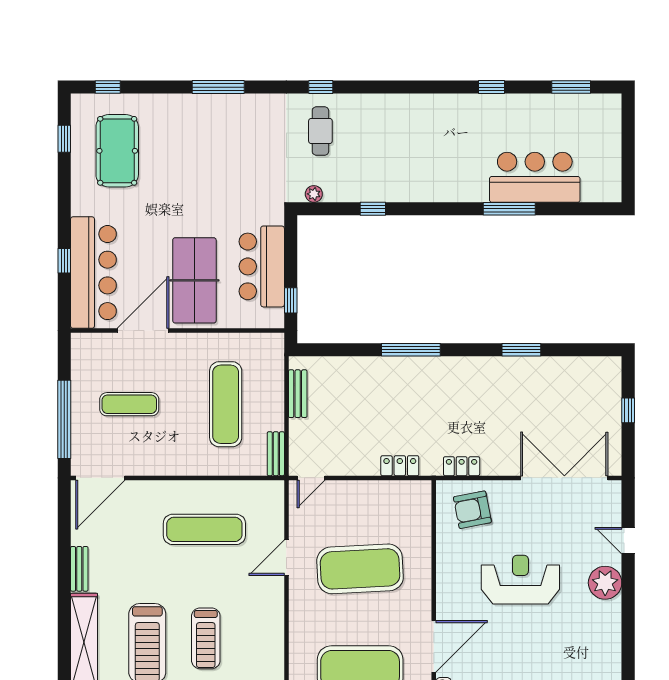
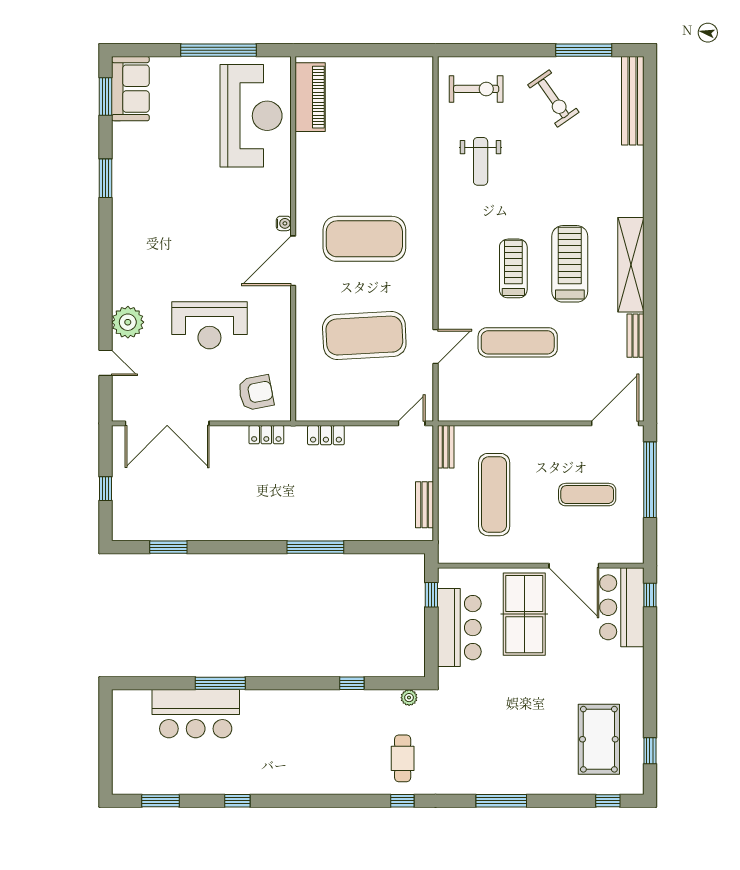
window: (64, 261) -> (650, 595), moved
bar counter: (93, 273) -> (622, 607), width x0.73
door: (143, 331) -> (574, 566), hinge flipped
window: (521, 350) -> (168, 547), moved
exercise mat: (204, 529) -> (518, 342), moved

